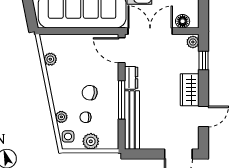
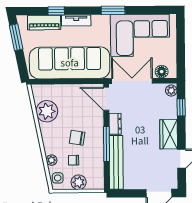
plant: (50, 59) -> (47, 111), width x1.87, depth x1.87

